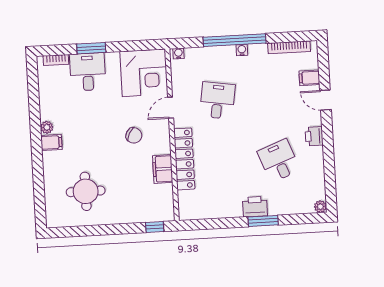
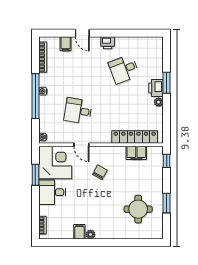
window: (91, 48) -> (35, 175), moved
desk: (88, 72) -> (52, 192), moved
door: (325, 100) -> (82, 33), hinge flipped
filing cabinet: (51, 142) -> (79, 232), moved
locker: (184, 159) -> (135, 137), moved
filing cabinet: (163, 169) -> (136, 153), moved
plant: (320, 207) -> (159, 102), moved
window: (96, 230) -> (167, 203), added

